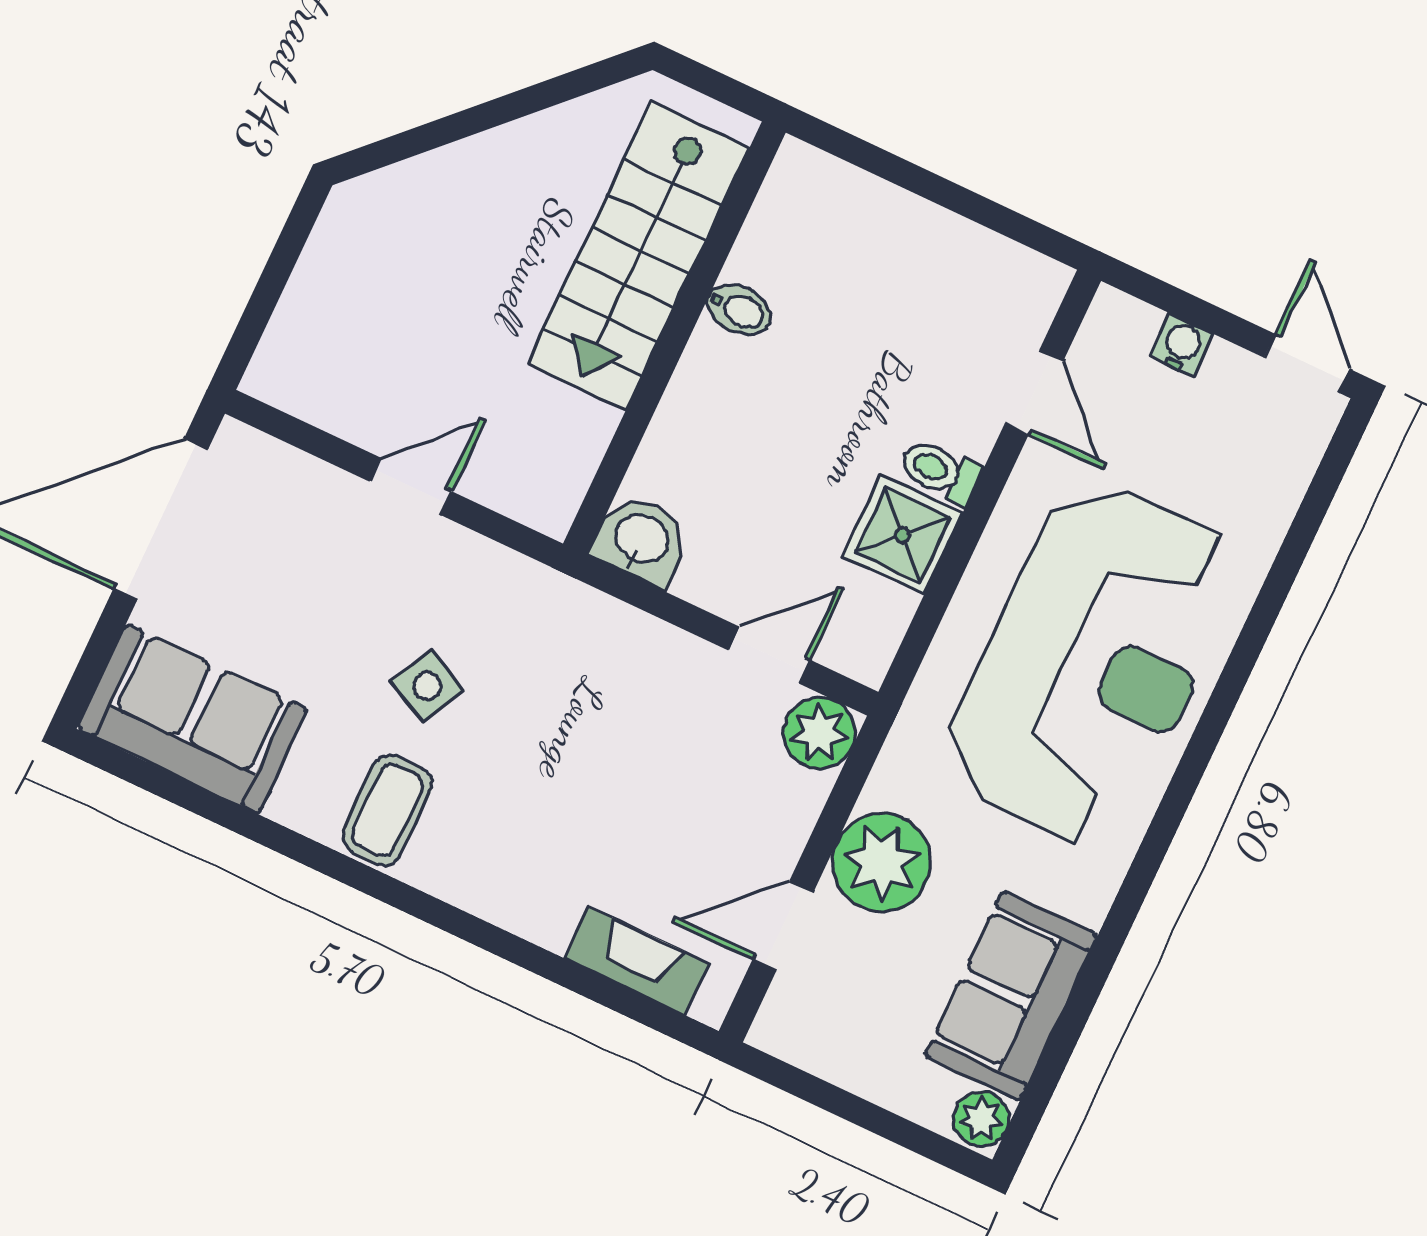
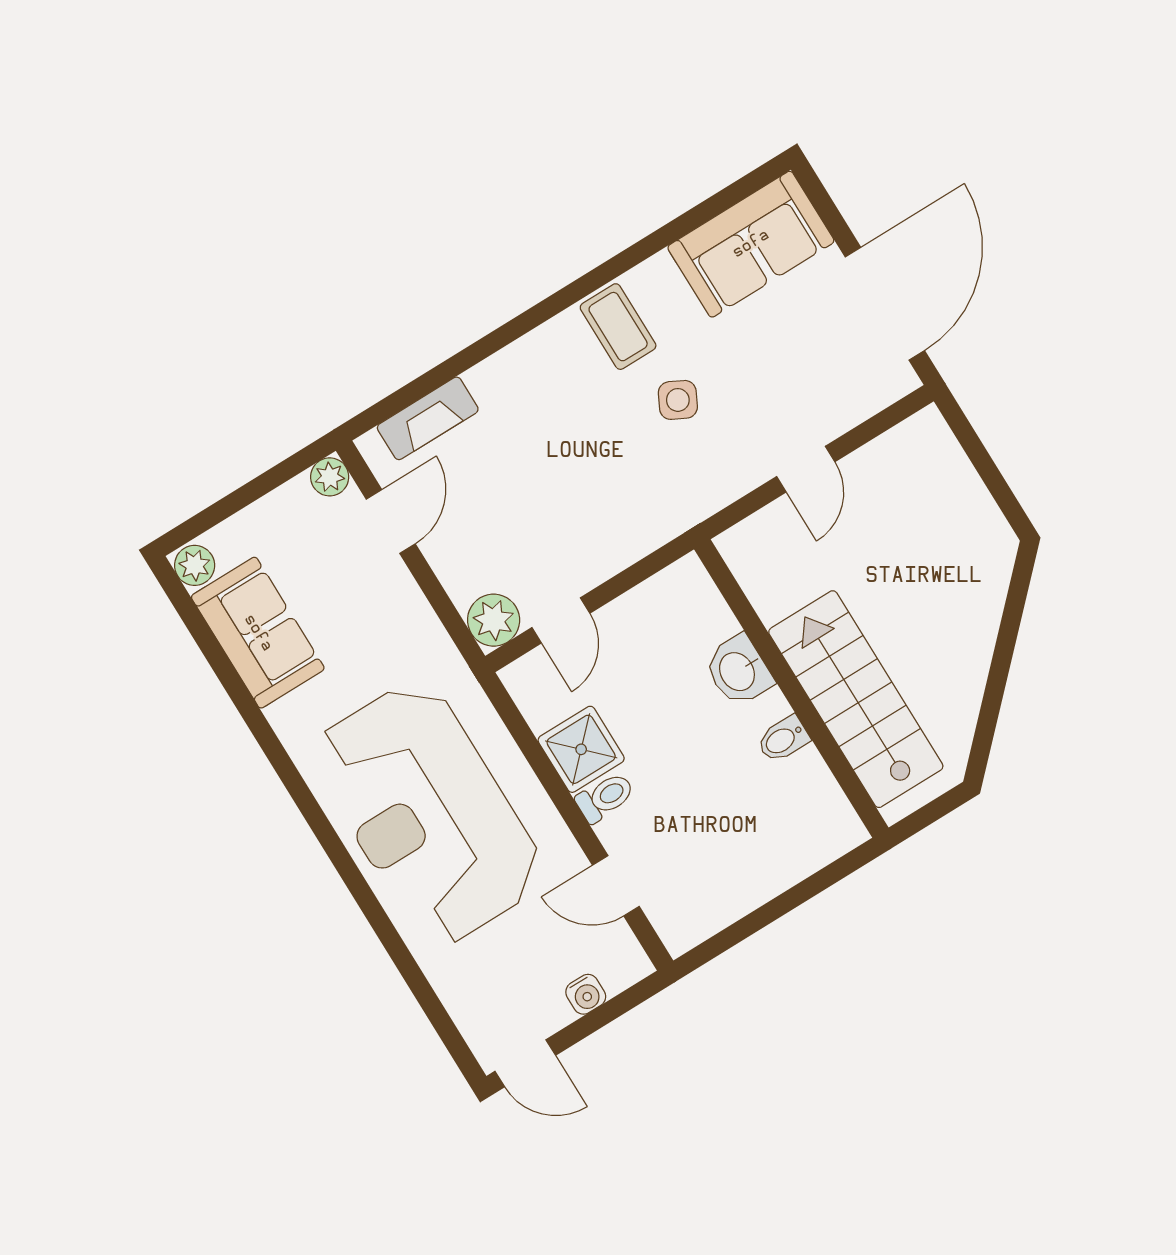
washbasin: (641, 540) -> (738, 671), moved, turned 90
plant: (882, 862) -> (330, 477), moved, width x0.53, depth x0.53

